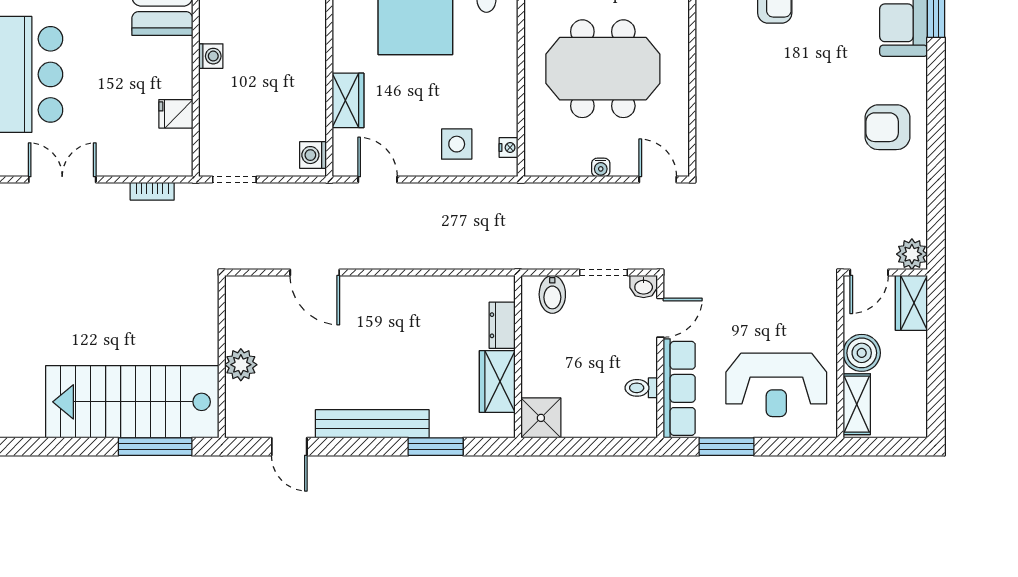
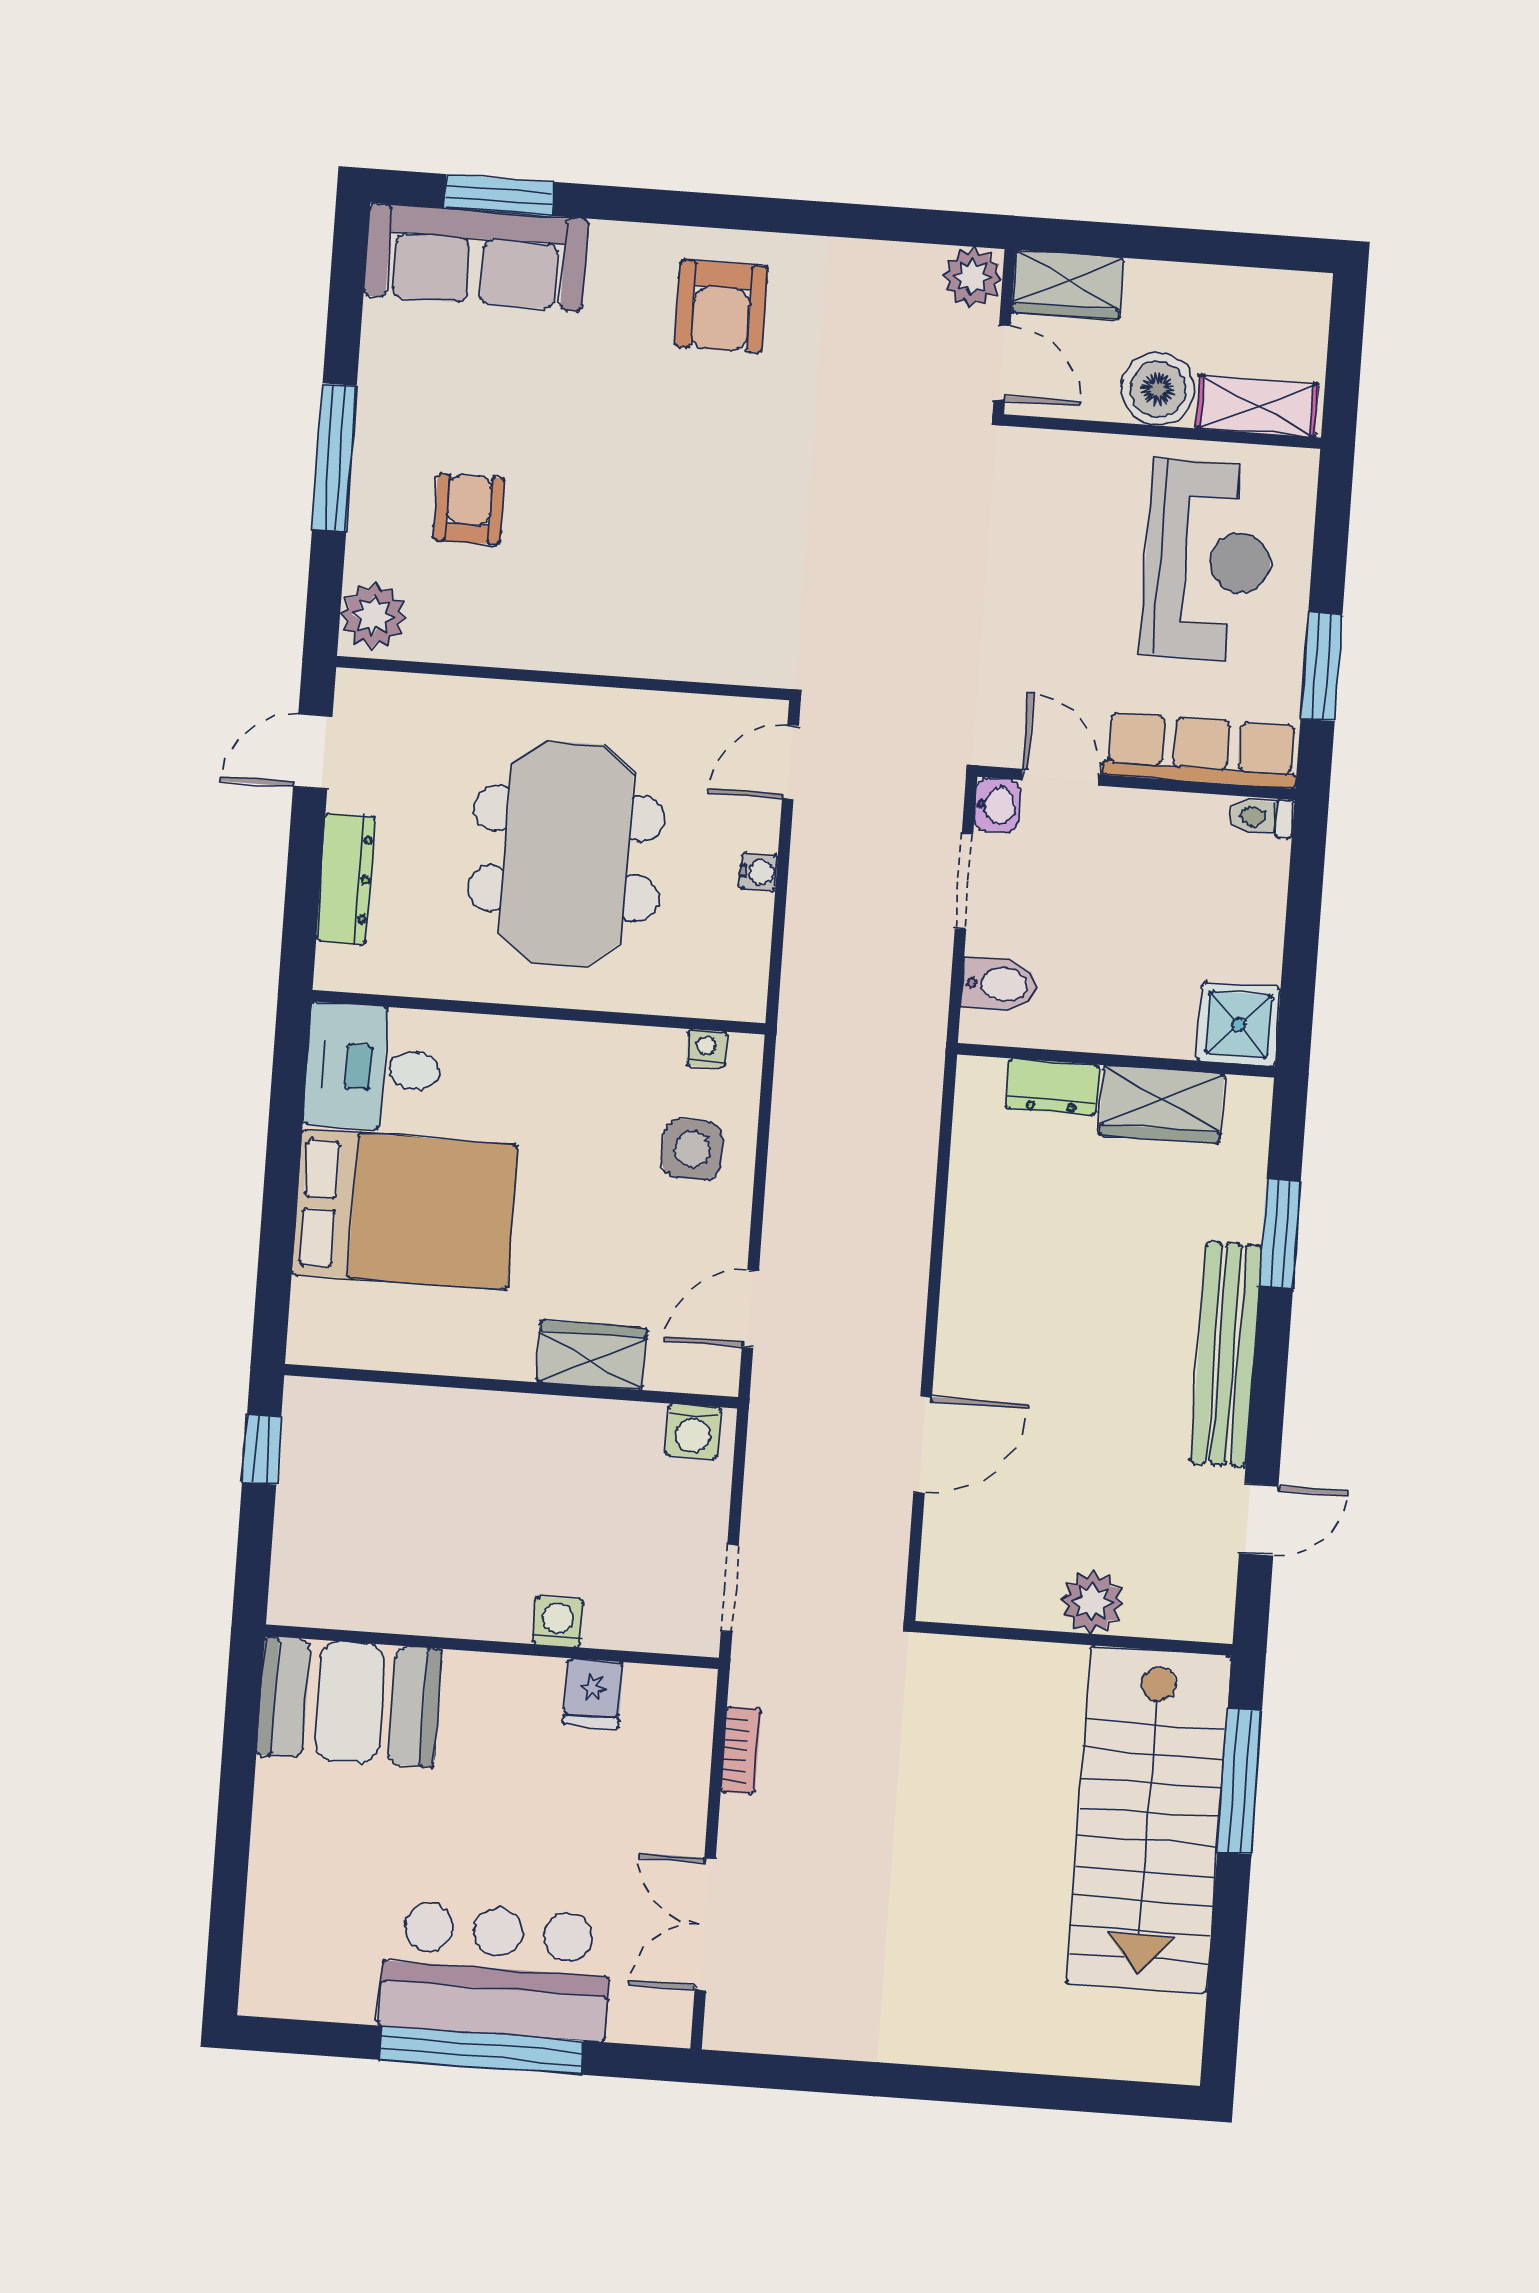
washing machine: (211, 56) -> (558, 1622), moved
toilet: (641, 388) -> (1262, 817), moved, turned 90

